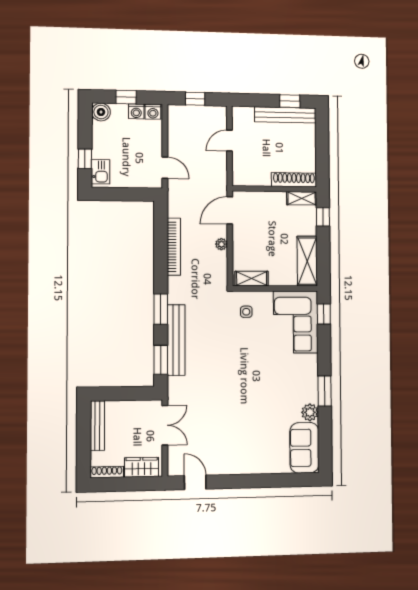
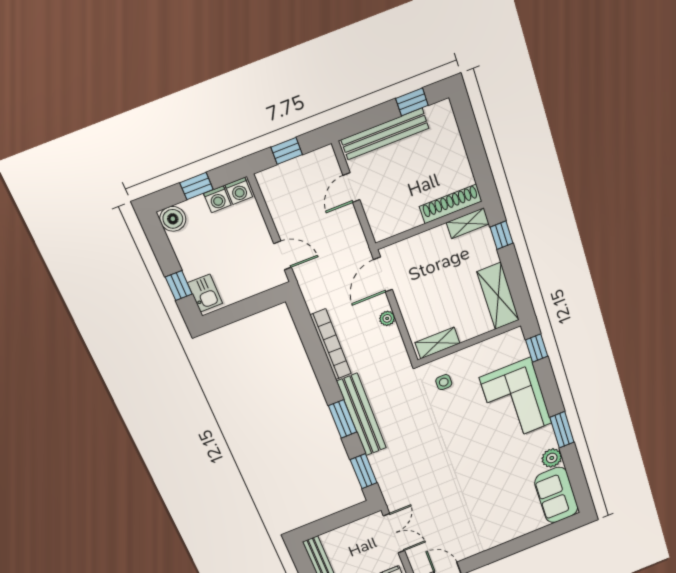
bench: (285, 115) -> (385, 134), moved
corner sofa: (296, 322) -> (516, 401), moved
bench: (176, 340) -> (362, 415), moved

